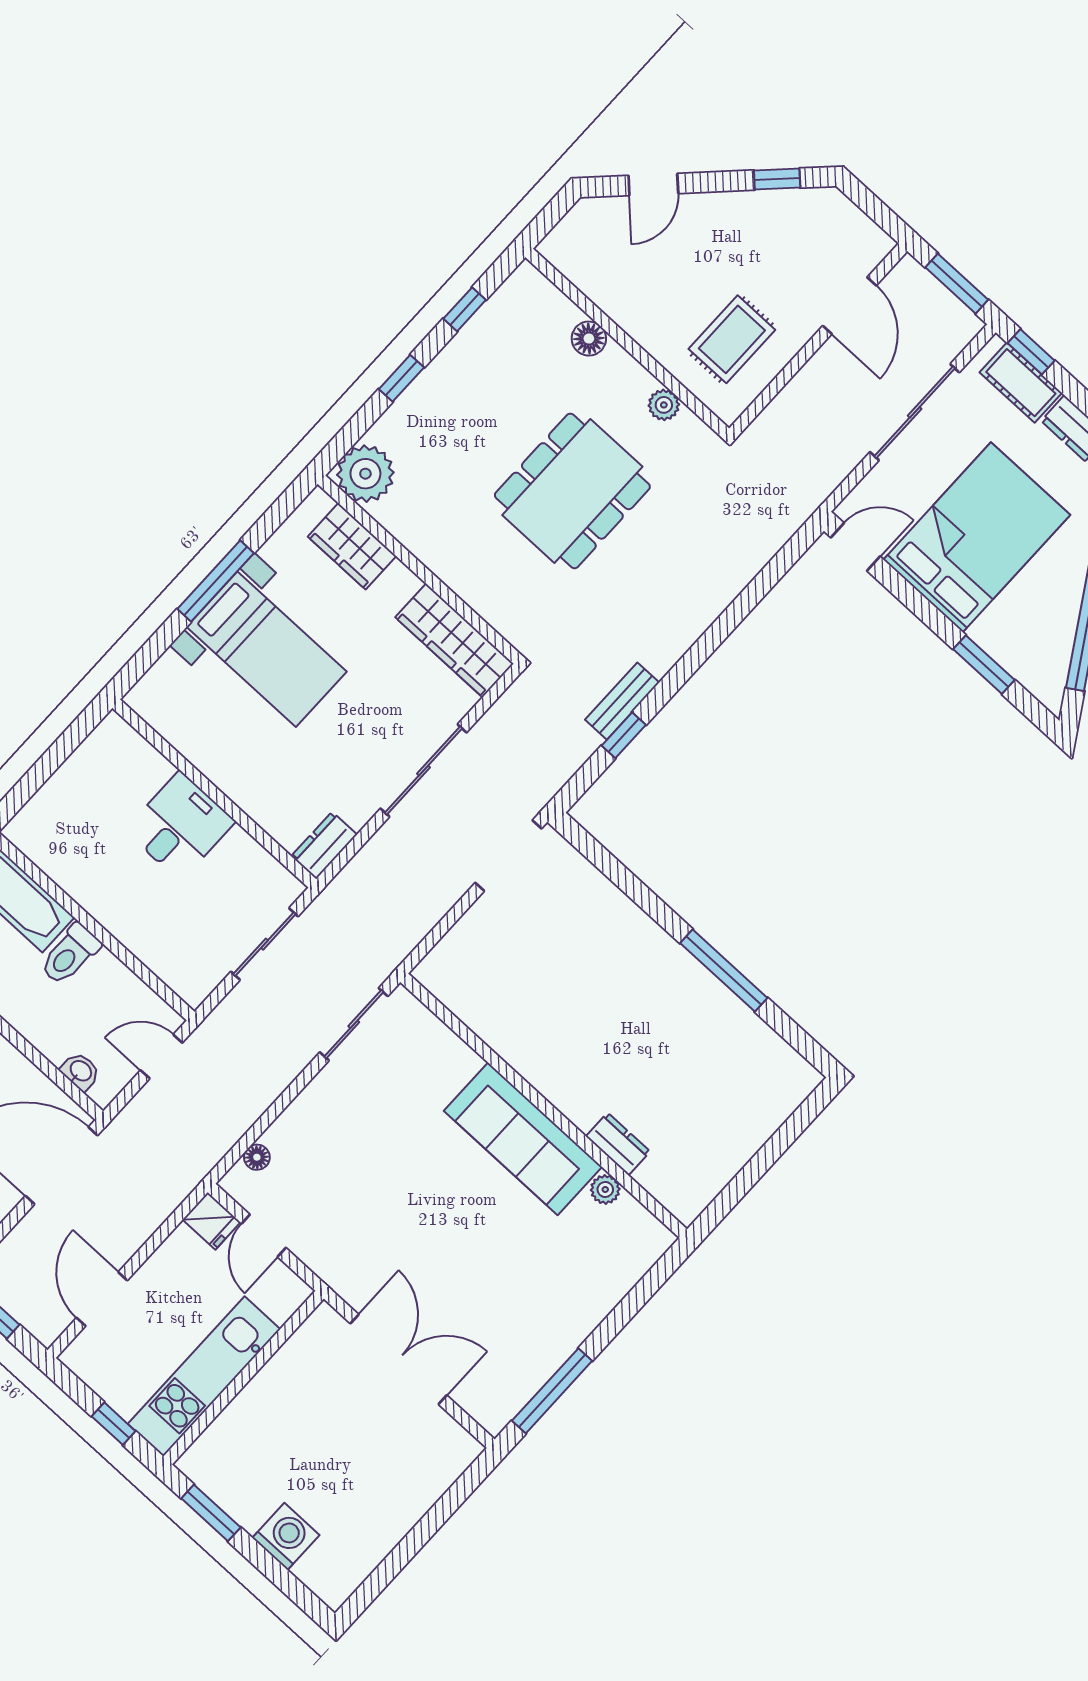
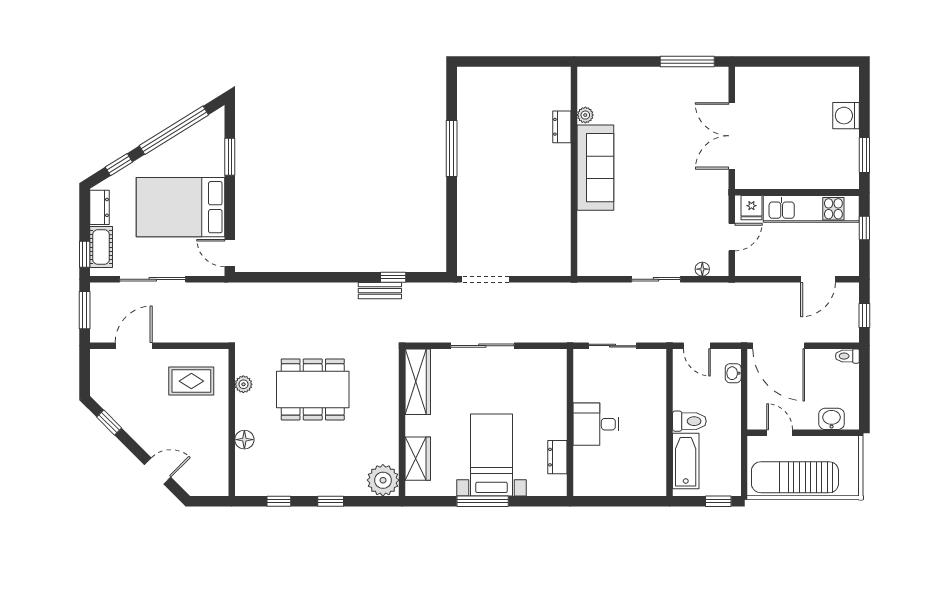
dresser: (324, 845) -> (557, 457), moved, turned 90
sliding door: (354, 1024) -> (656, 279), moved
fridge: (212, 1221) -> (751, 208), moved, turned 180

